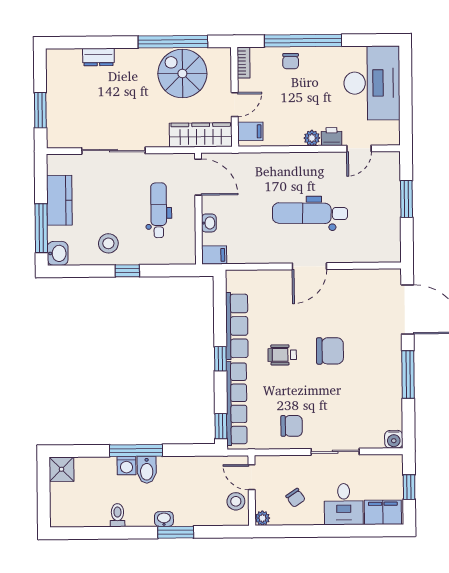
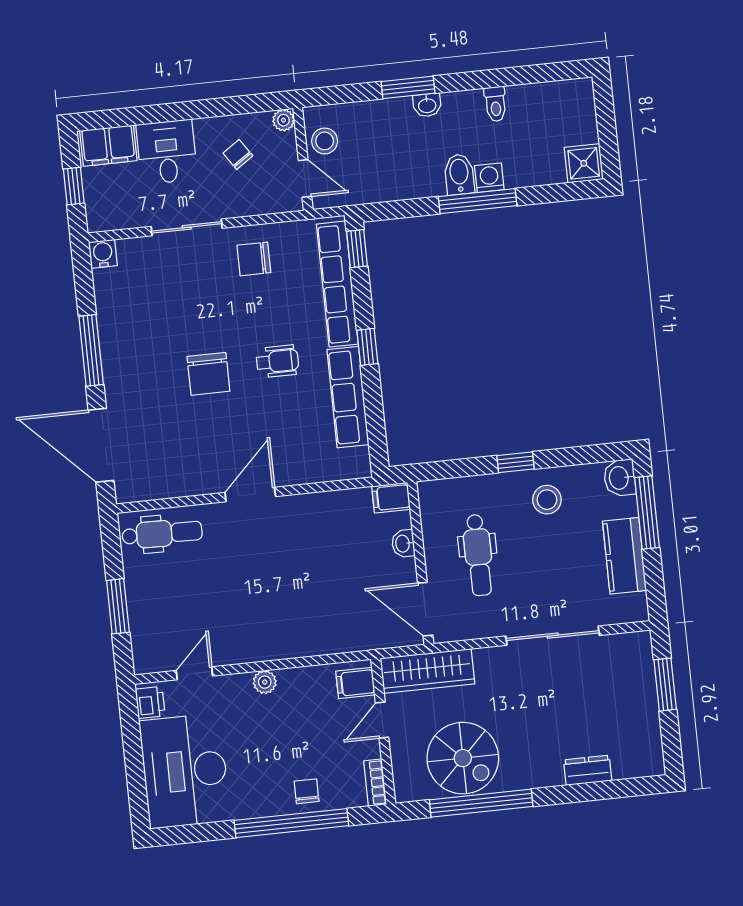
printer: (332, 137) -> (150, 703), moved, turned -90
dental chair: (310, 213) -> (162, 534), moved, width x0.73, depth x0.72
chair: (330, 351) -> (208, 374), turned -90

